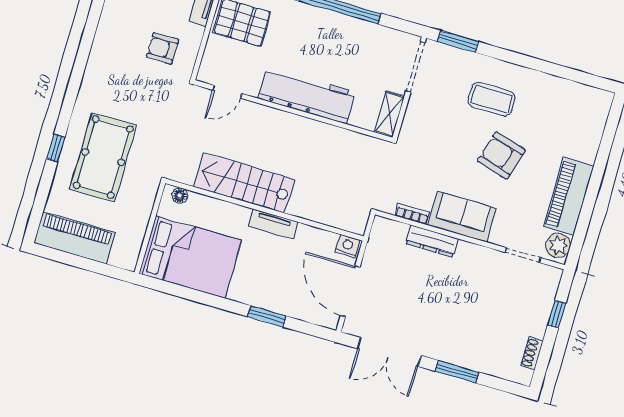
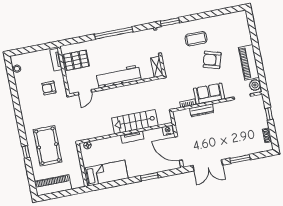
stairs: (244, 183) -> (135, 122), moved
bed: (190, 257) -> (106, 173), width x0.67

